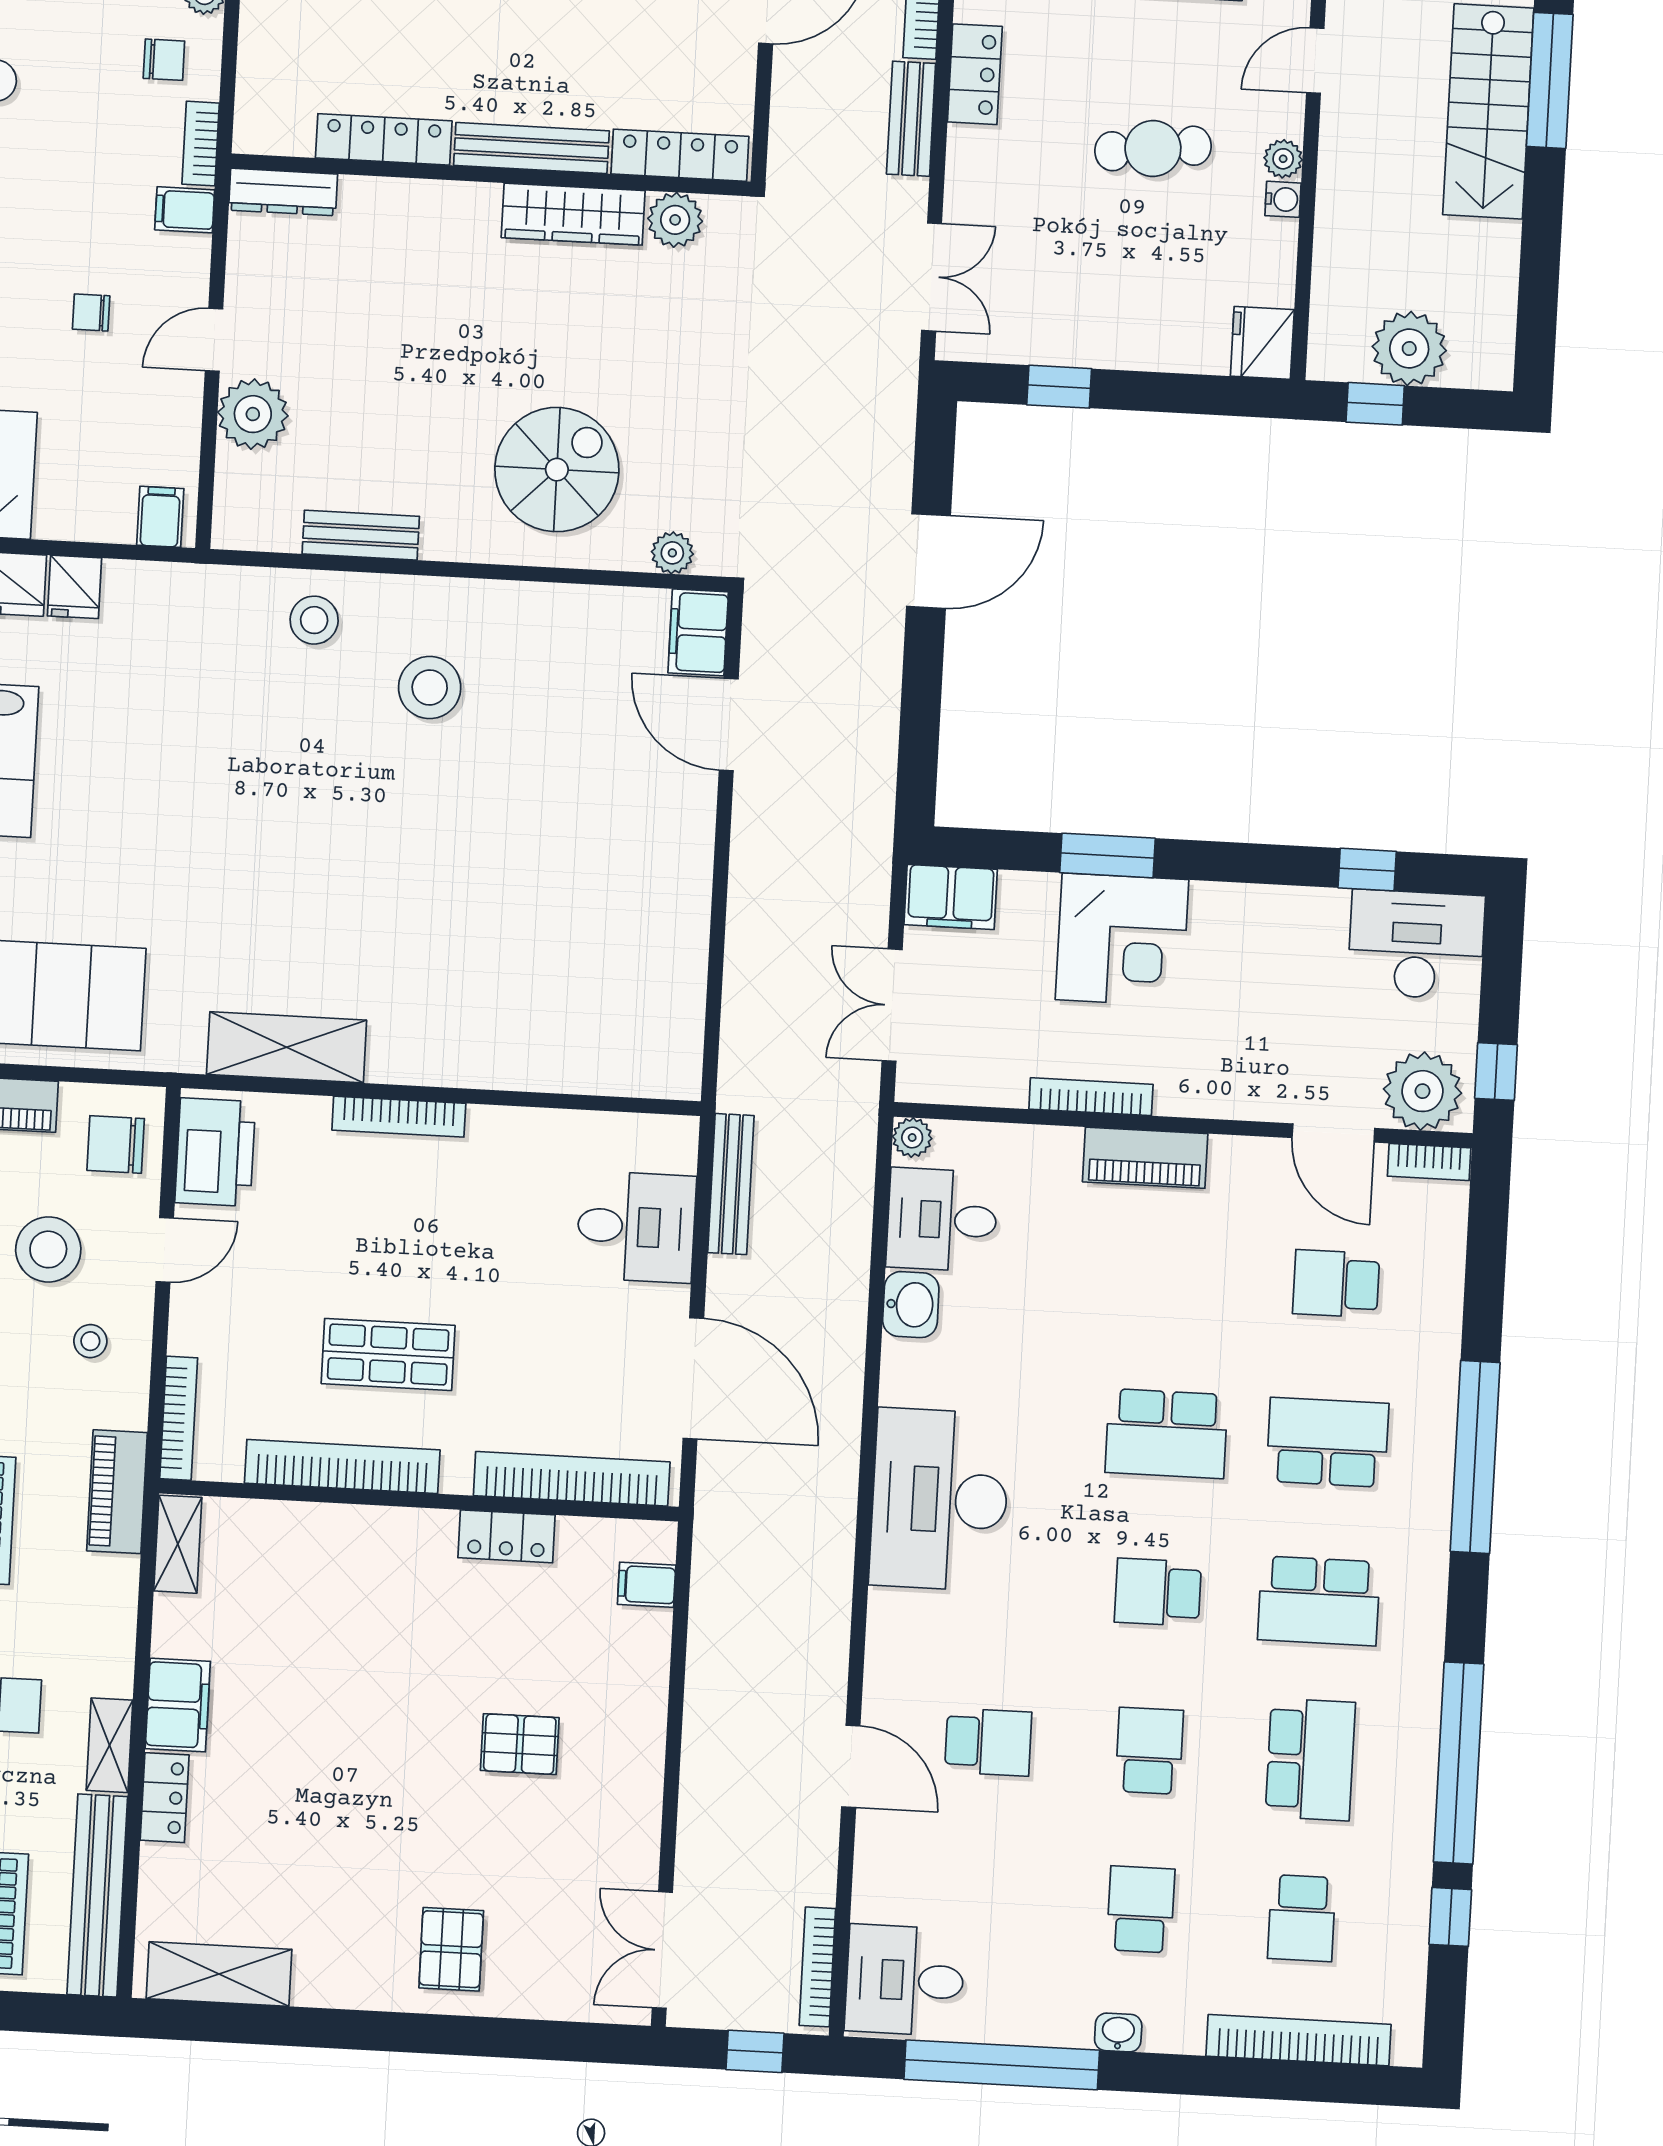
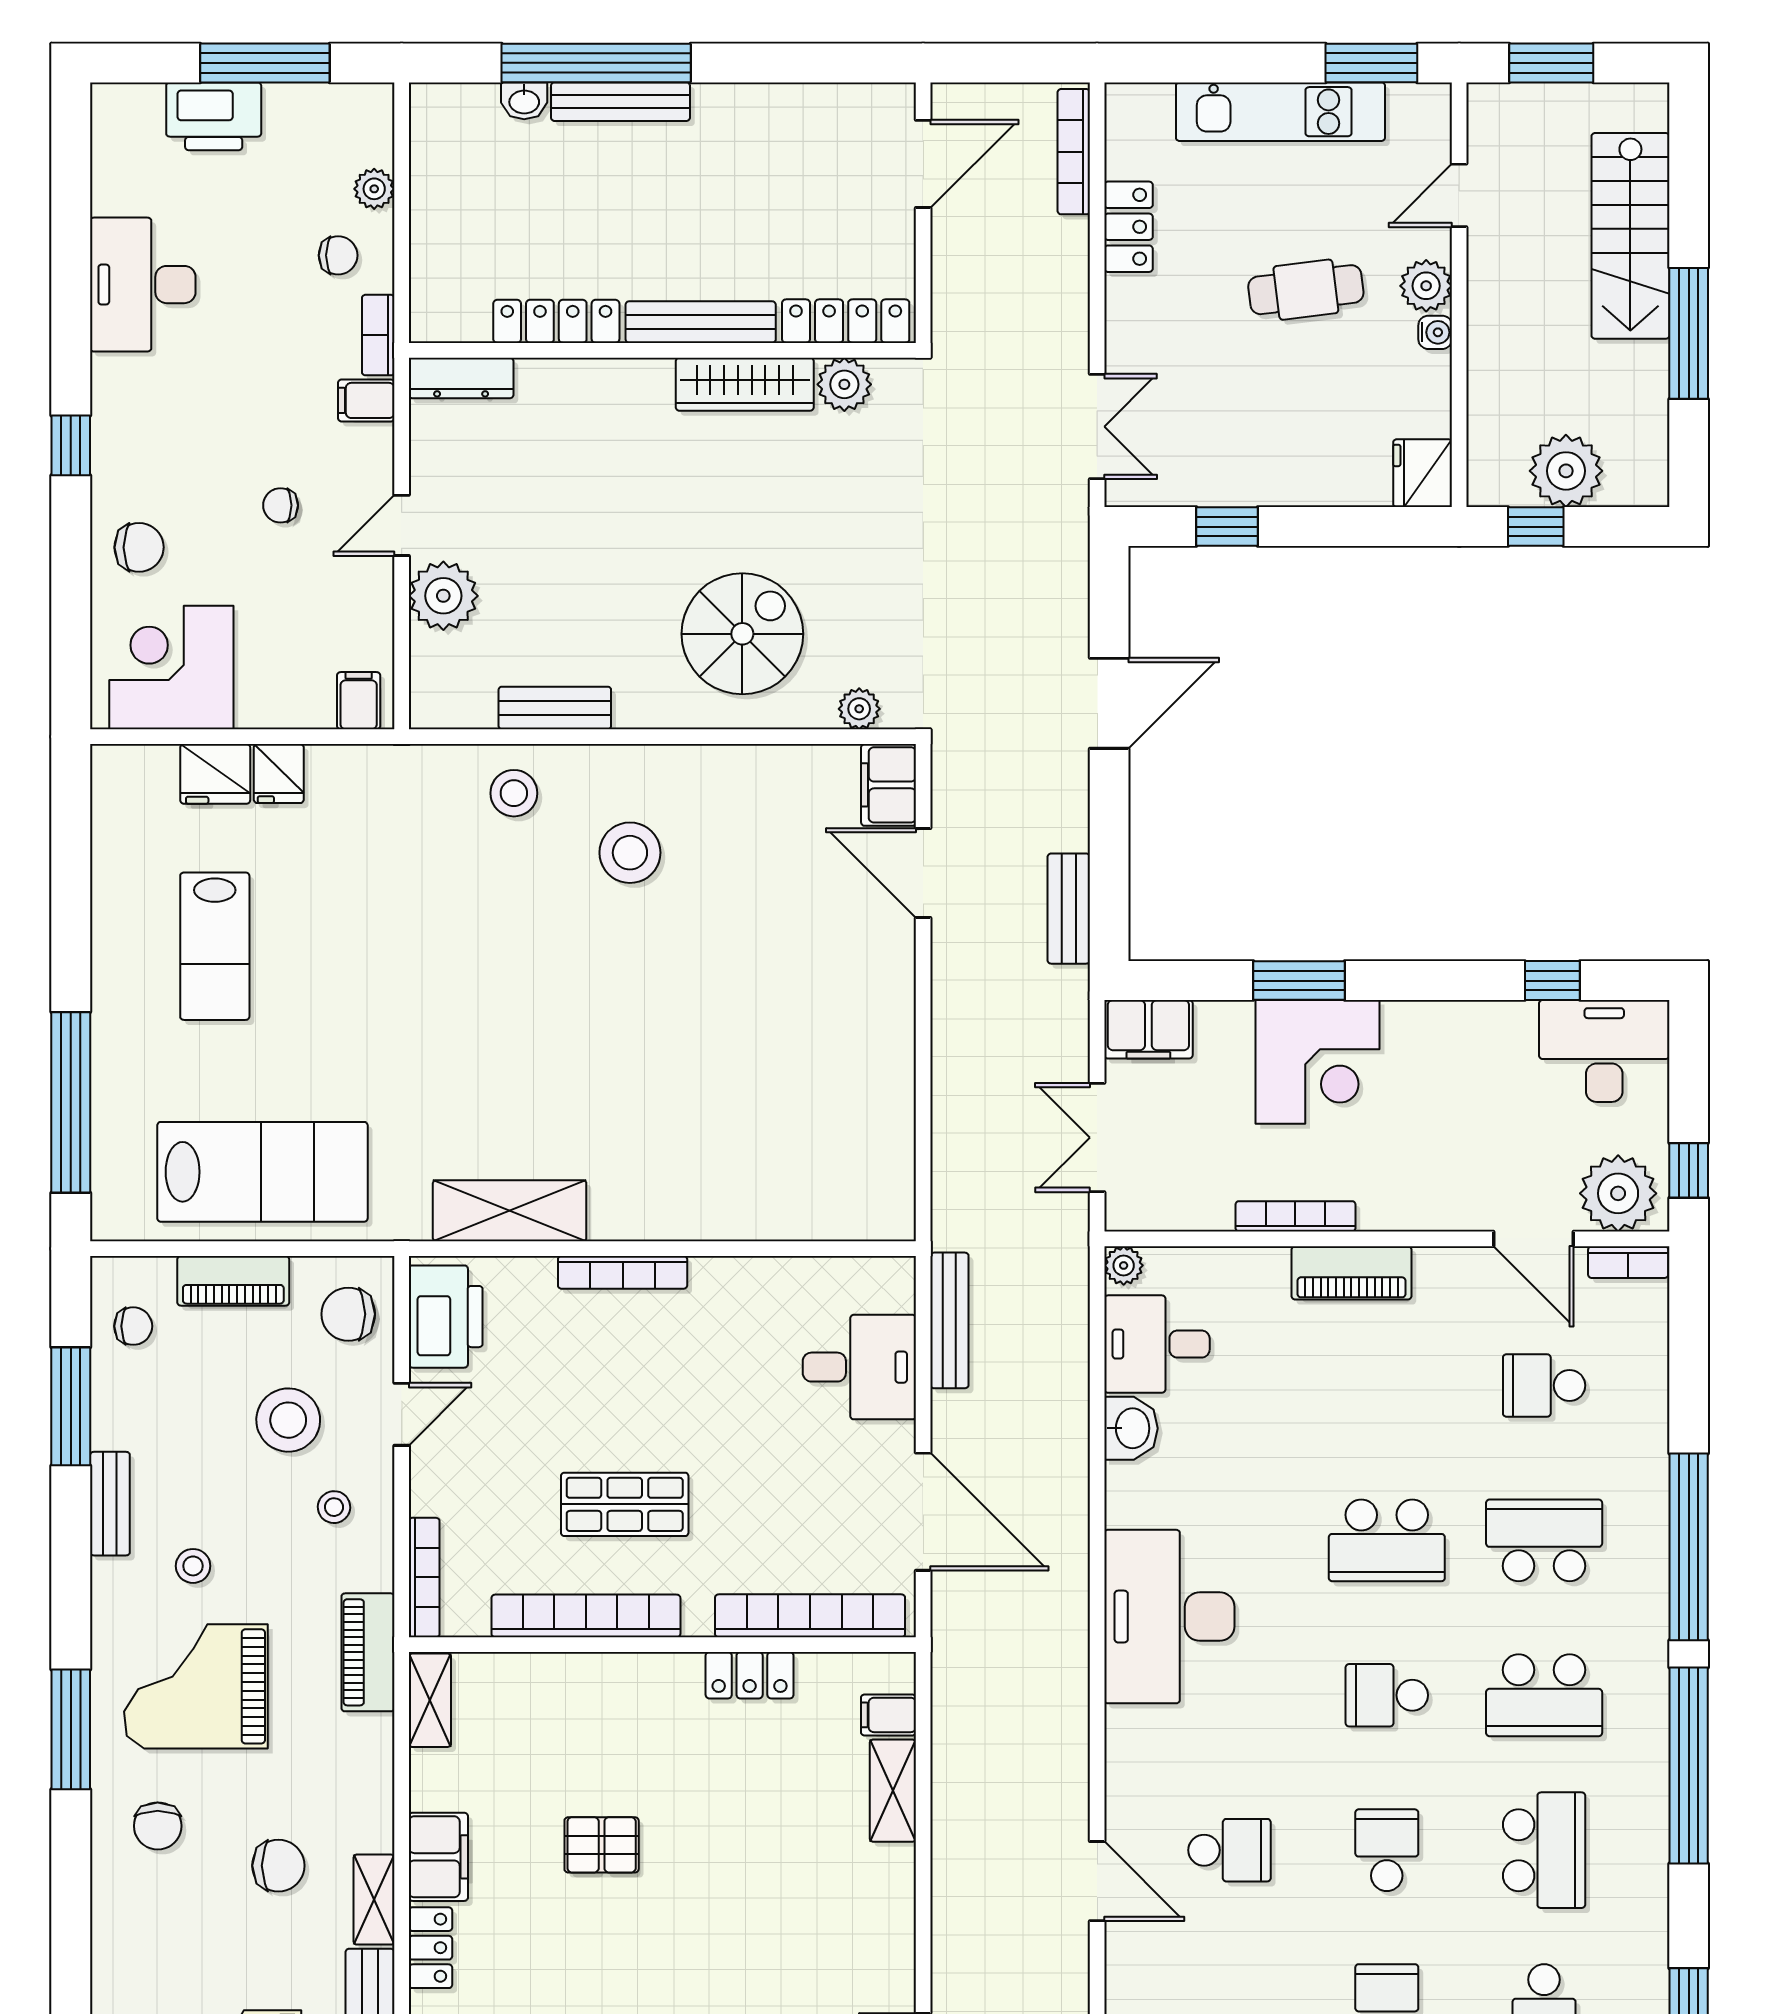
window: (1550, 80) -> (1689, 333), moved
bench: (911, 119) -> (1069, 909), moved
plant: (1283, 159) -> (1426, 286), width x1.38, depth x1.38
shelving: (647, 1662) -> (893, 1791), added
pallet: (520, 1744) -> (602, 1845), moved
window: (1459, 1763) -> (1689, 1765), moved

